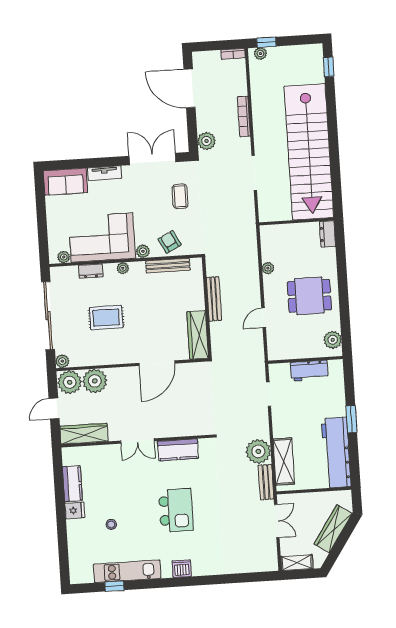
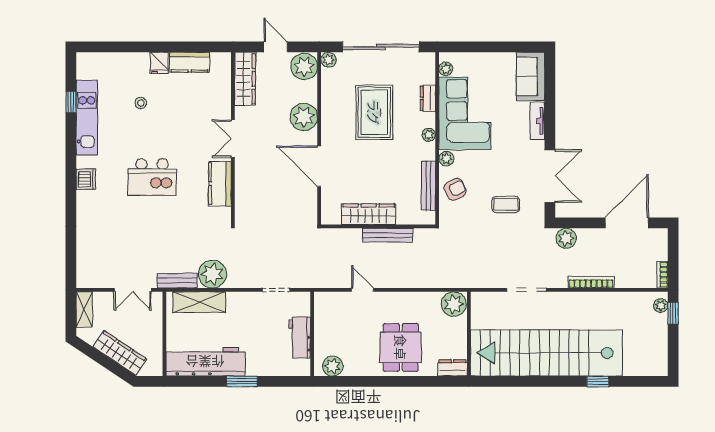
window: (329, 67) -> (598, 381), moved
plant: (268, 268) -> (454, 304), moved, width x1.88, depth x1.88
dining table: (309, 296) -> (401, 347), moved
rug: (106, 318) -> (374, 112), width x1.36, depth x1.43
wardrobe: (198, 335) -> (369, 214), moved
plant: (95, 381) -> (304, 117), moved

